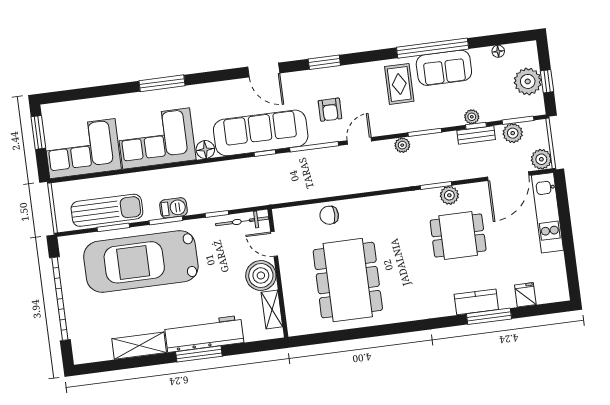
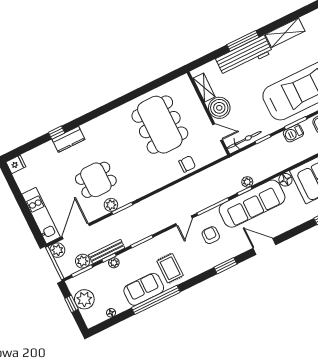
bench: (476, 135) -> (107, 251), width x1.36
plant: (402, 145) -> (247, 182), moved
fridge: (525, 295) -> (16, 164), moved, turned -90
window: (489, 316) -> (57, 133), width x0.46

